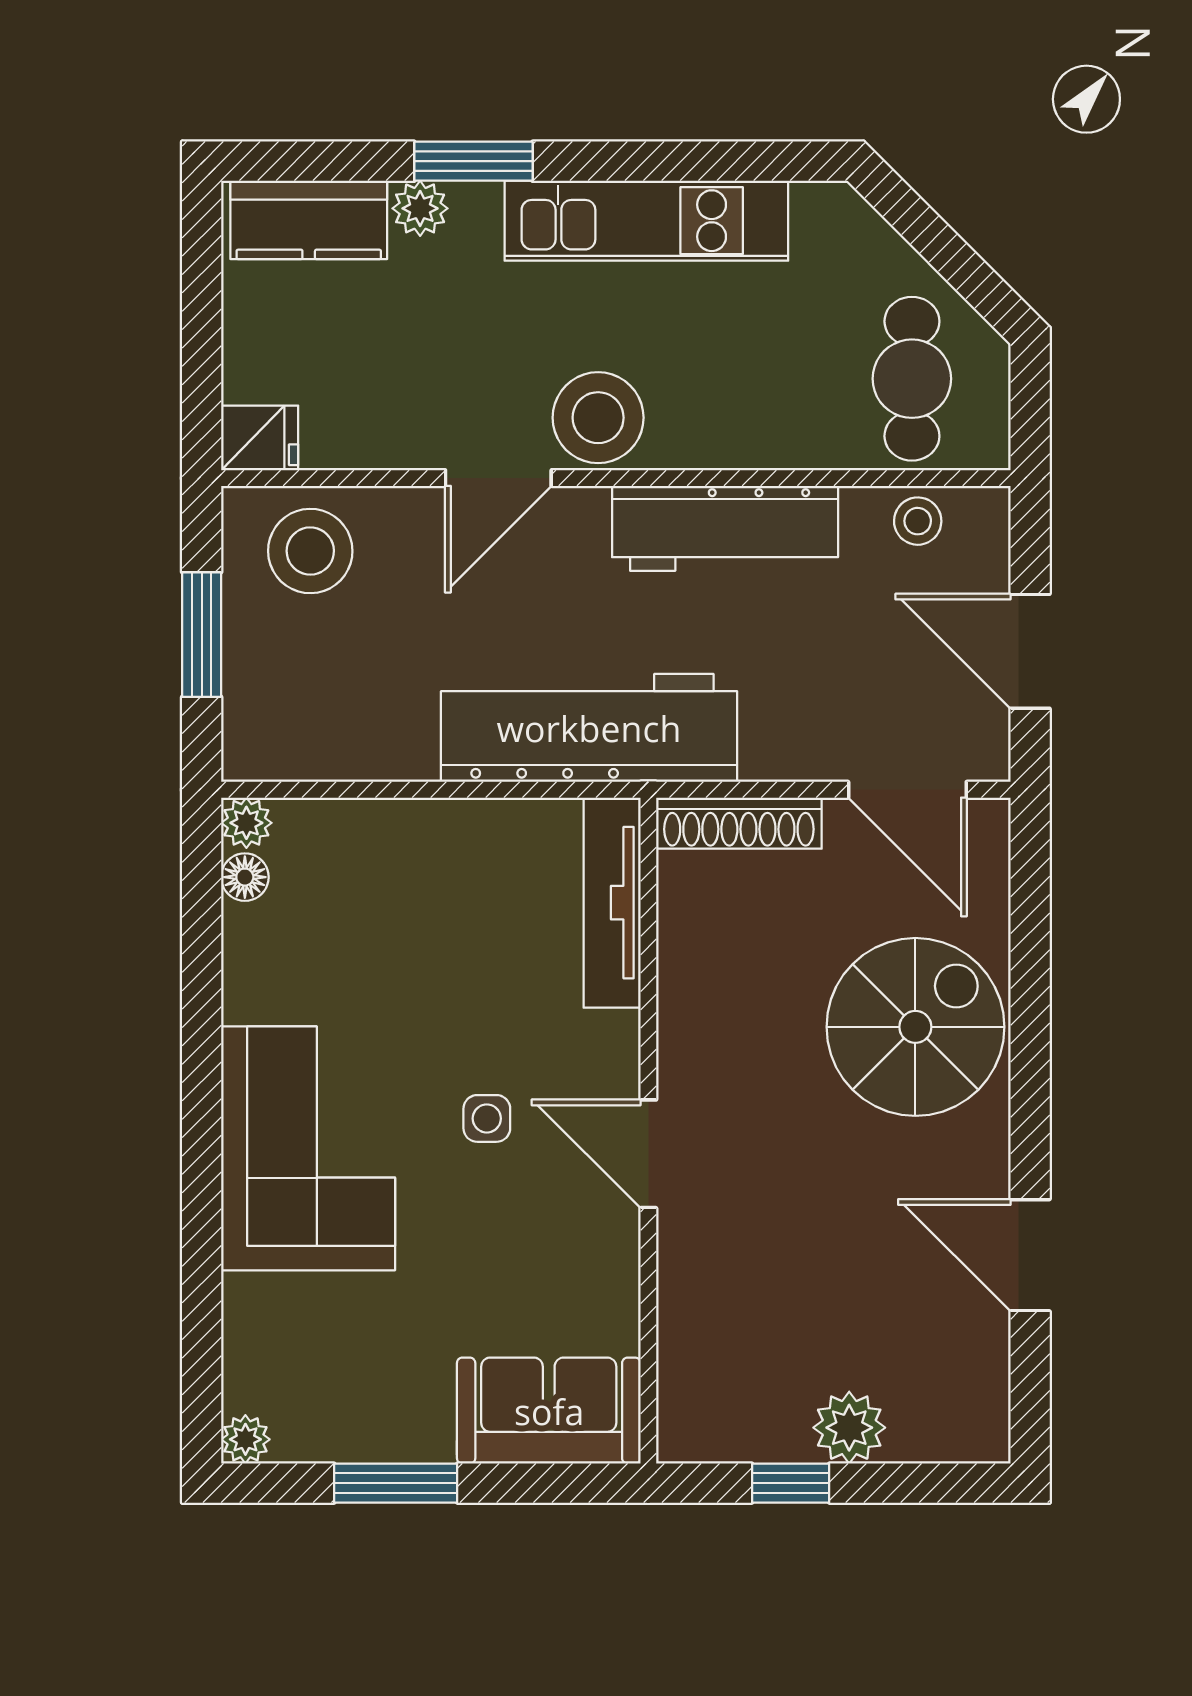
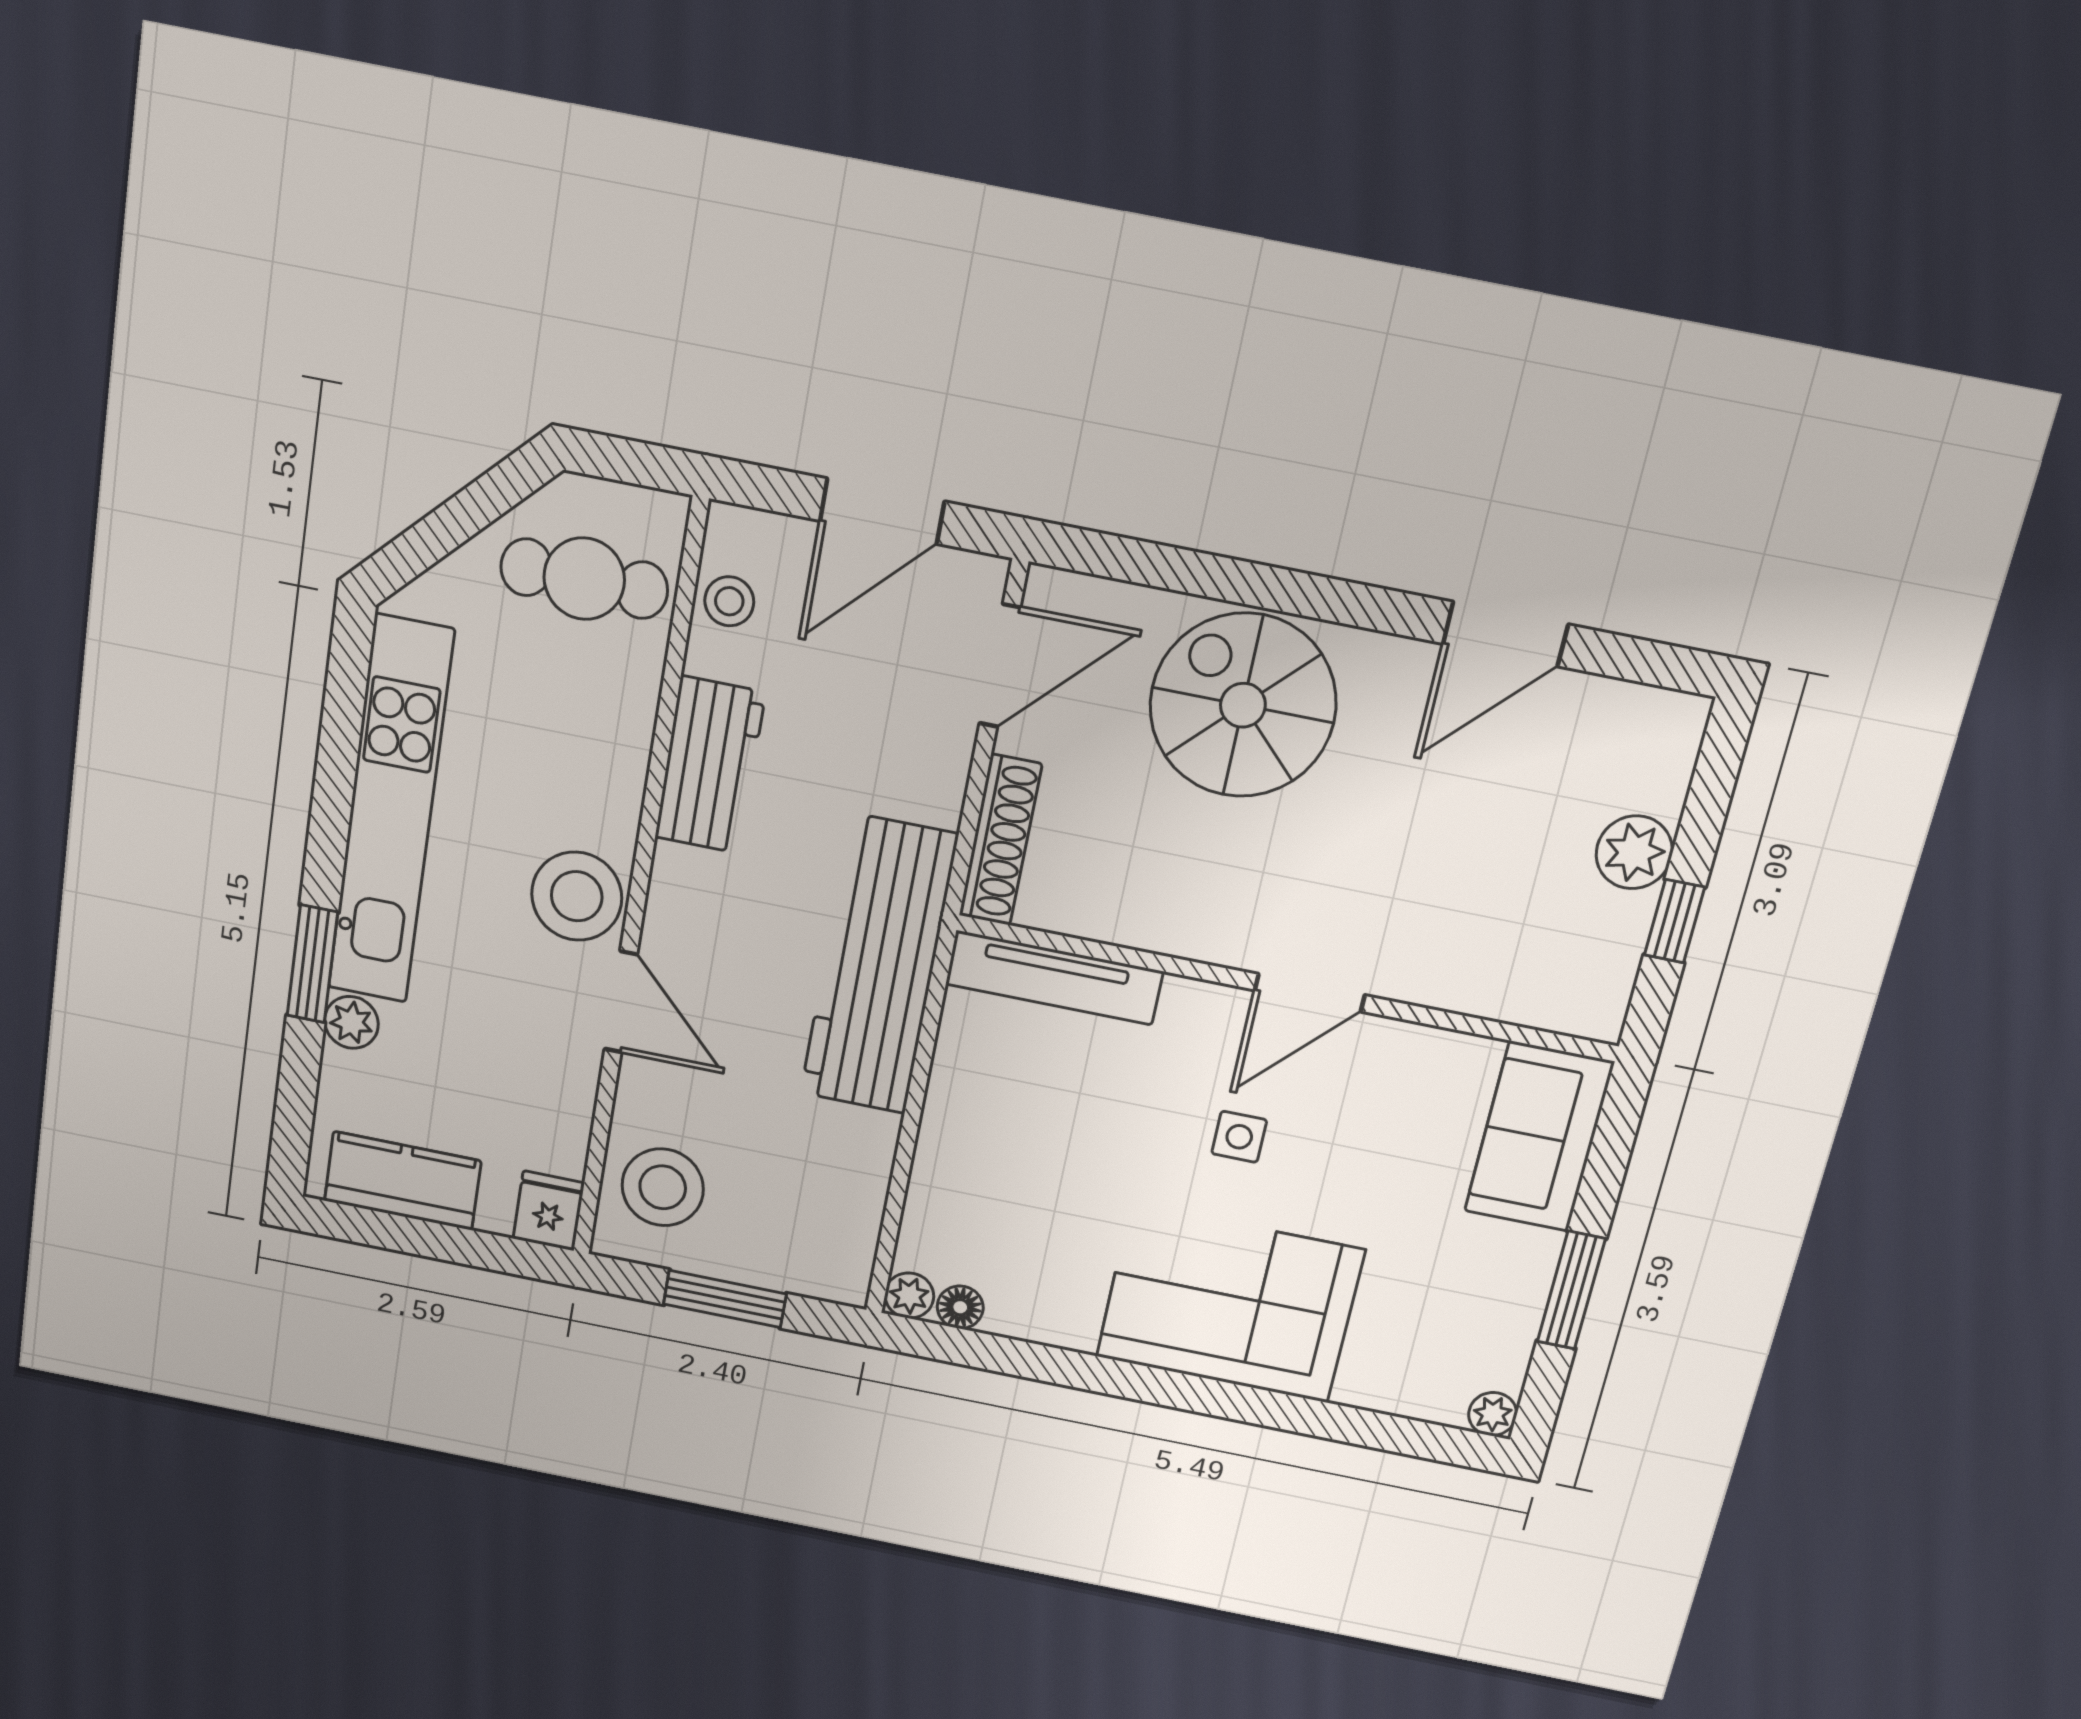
kitchen counter: (309, 220) -> (403, 1181), moved, turned -90
kitchen unit: (646, 221) -> (391, 811), width x1.36
workbench: (725, 528) -> (710, 765), width x0.73

